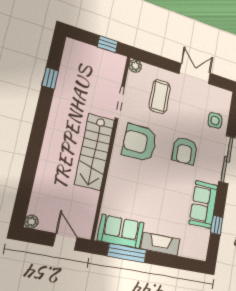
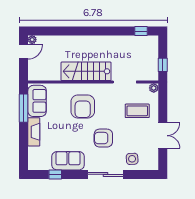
window: (50, 78) -> (141, 31), moved
armchair: (140, 143) -> (83, 106), moved, turned 180
door: (65, 242) -> (24, 52), moved

